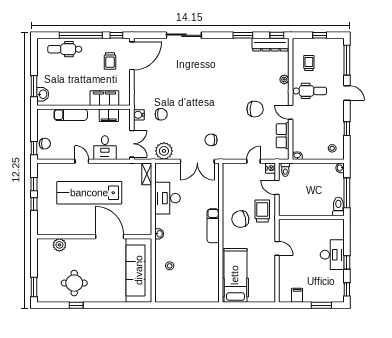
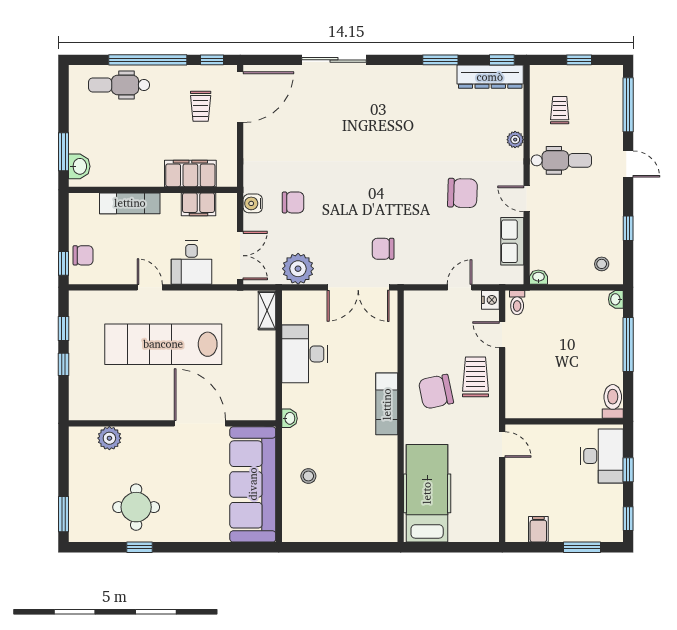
toilet: (338, 206) -> (613, 401), moved
wall: (311, 218) -> (564, 421), moved

